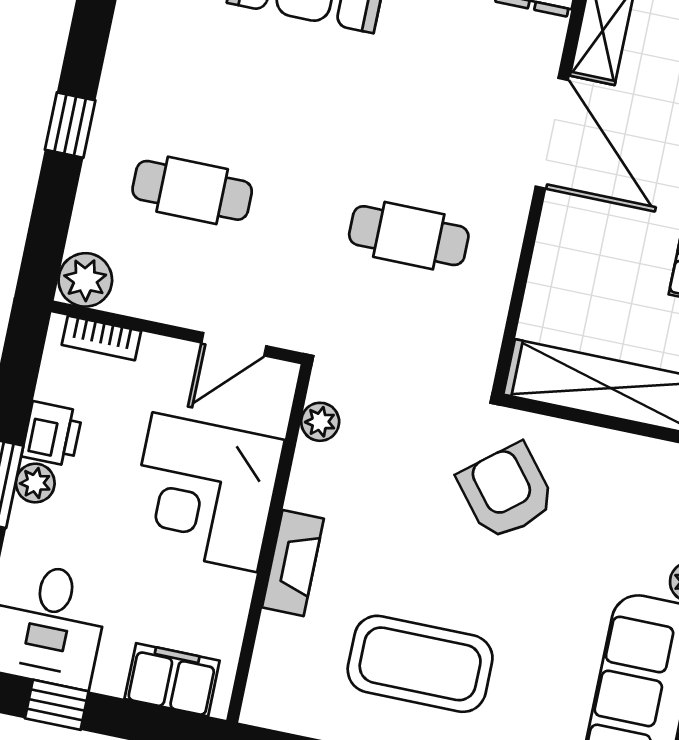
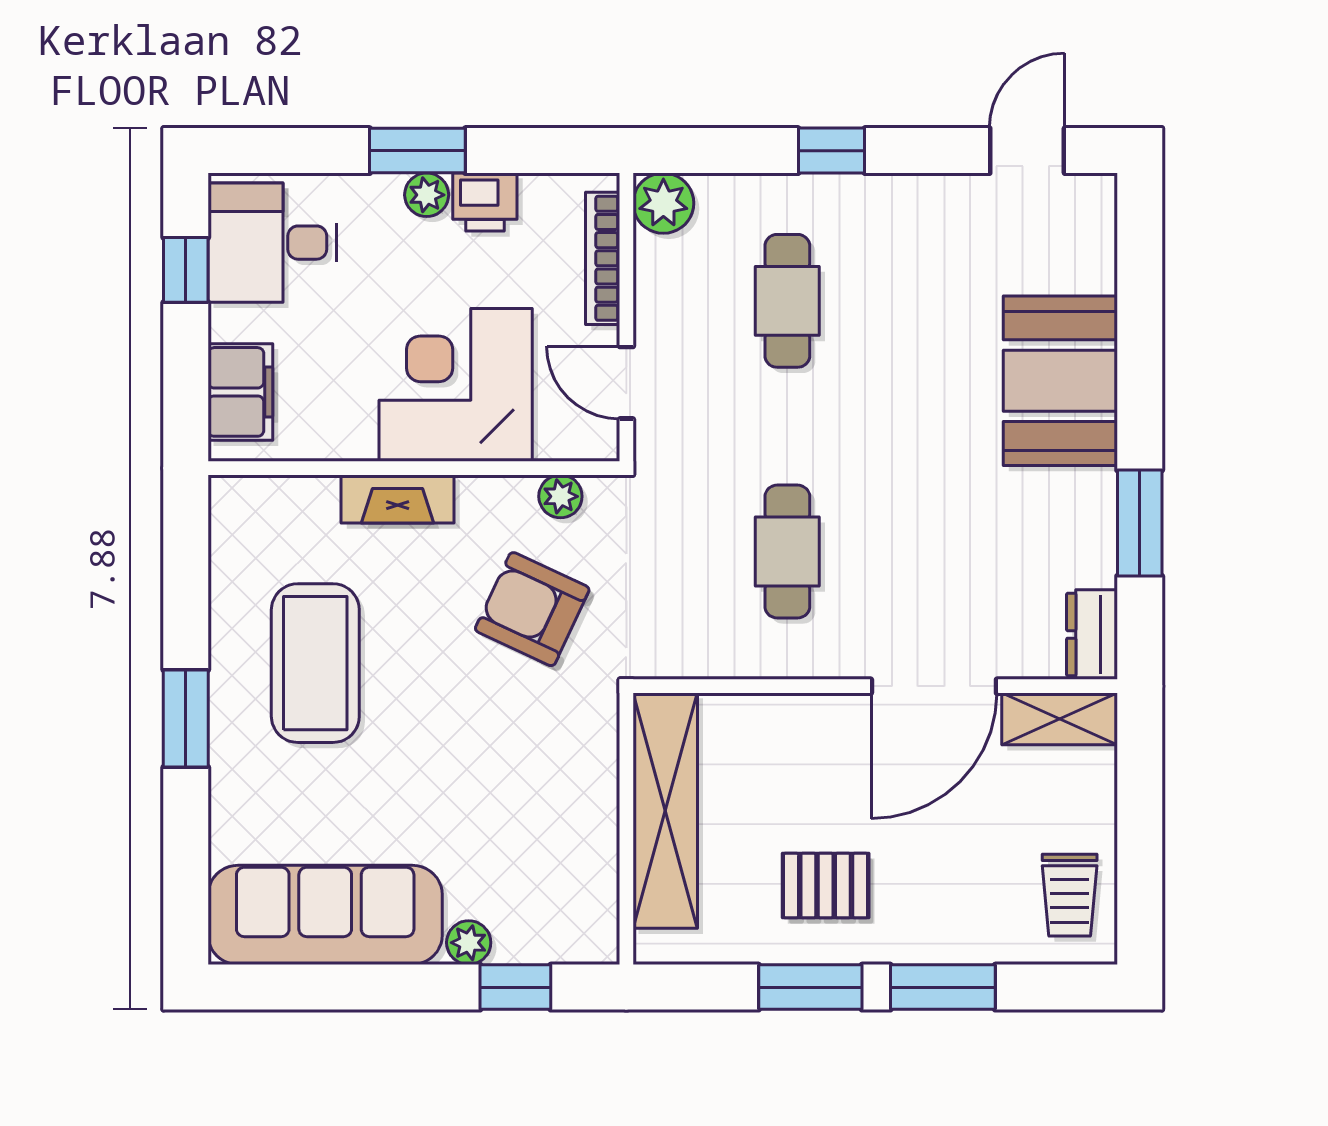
bookcase: (101, 338) -> (603, 258), width x1.56
armchair: (506, 492) -> (532, 609), moved, turned -116

